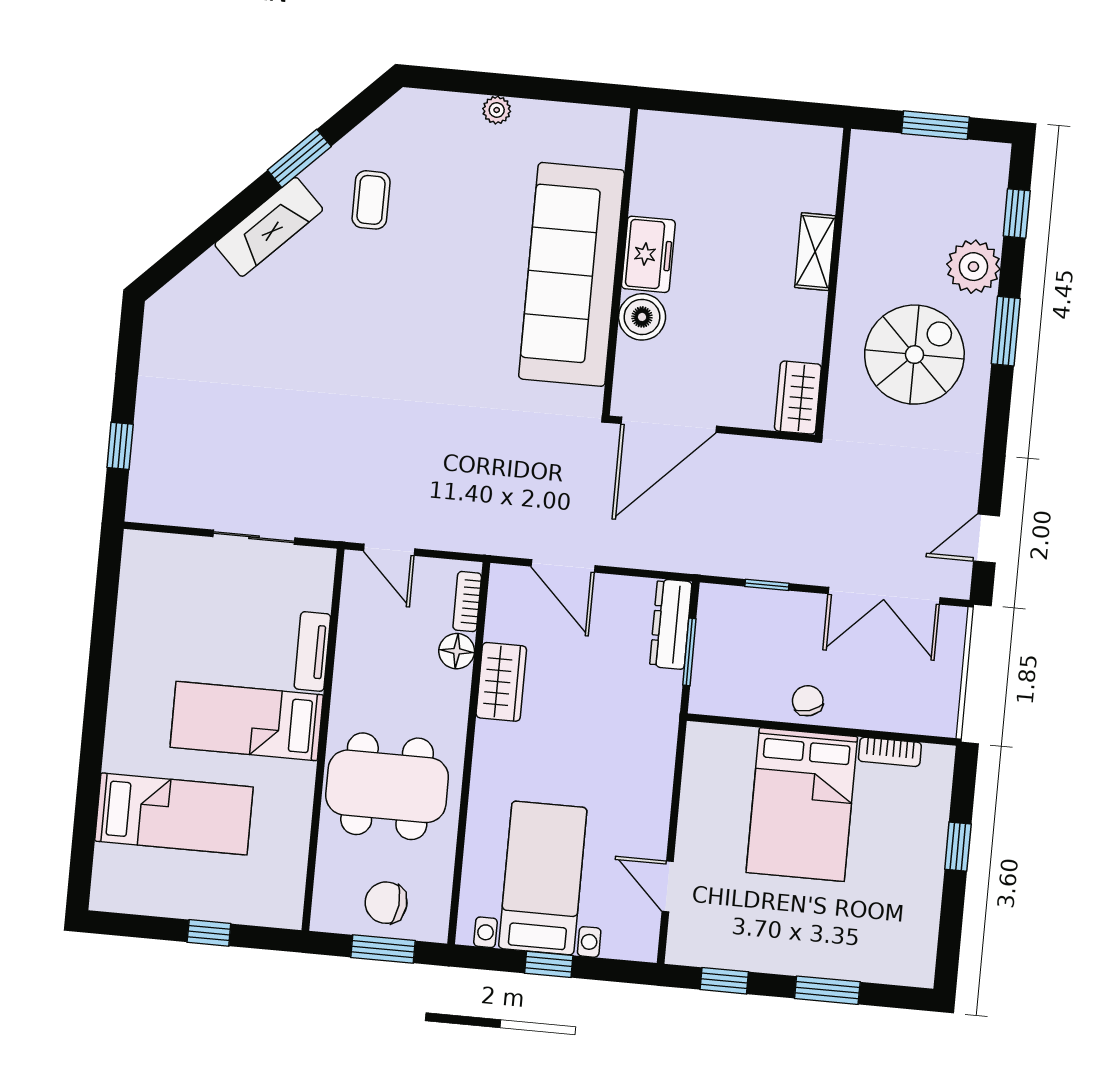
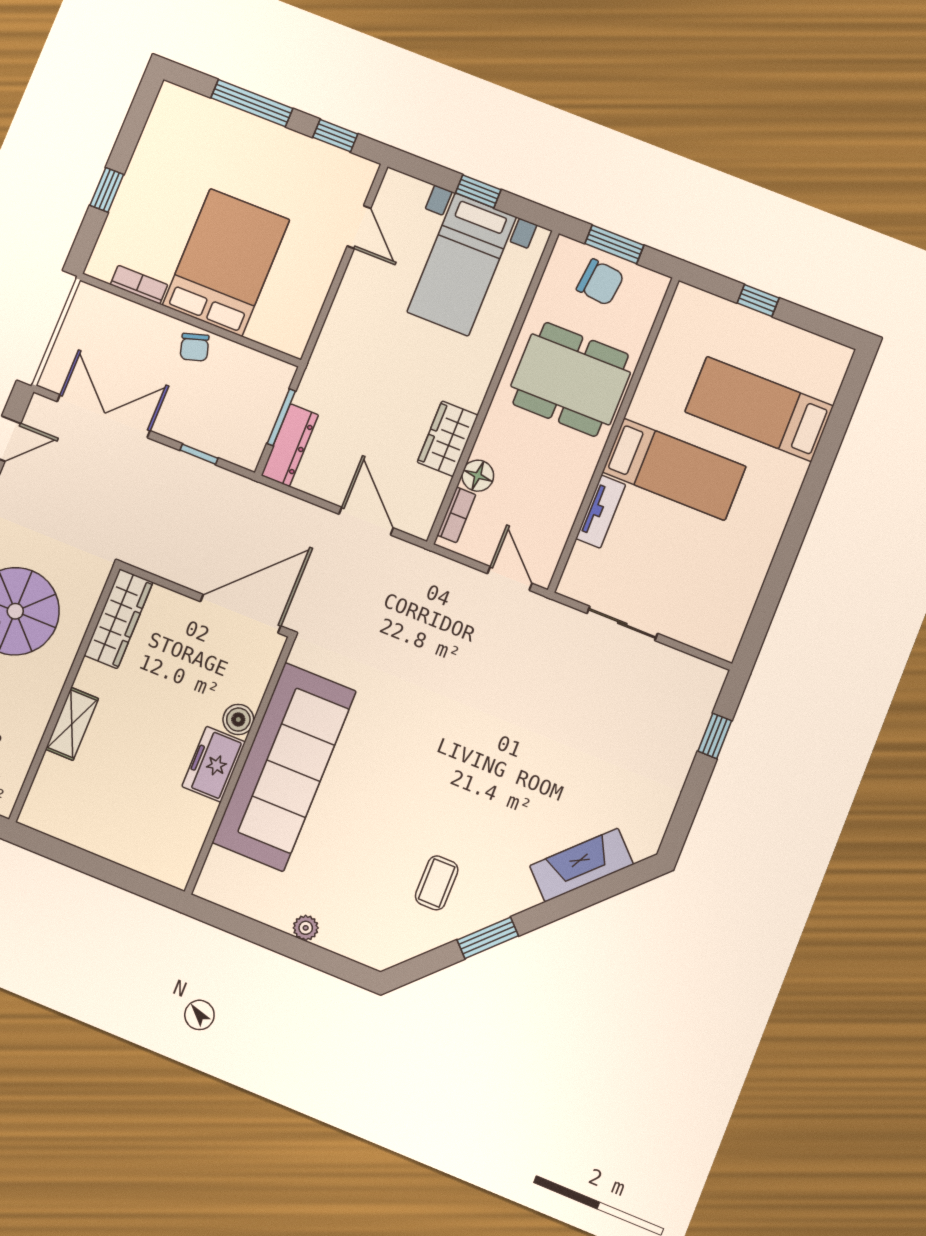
fireplace: (269, 227) -> (582, 865), moved
boiler: (642, 317) -> (238, 720), width x0.73, depth x0.73
wardrobe: (798, 398) -> (118, 619), width x1.50
window: (827, 990) -> (252, 103), width x1.44

